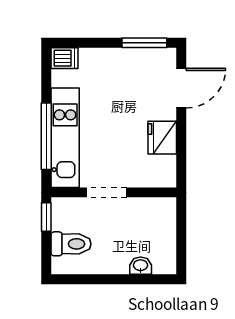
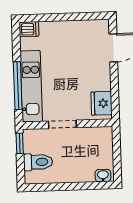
window: (144, 43) -> (86, 16), removed
fridge: (162, 138) -> (102, 103), moved
washbasin: (141, 266) -> (103, 176), moved

